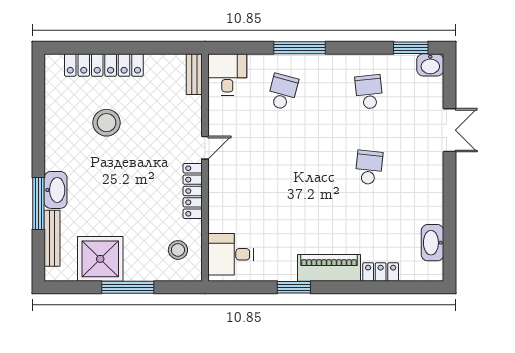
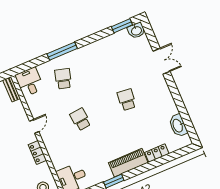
school desk: (369, 92) -> (80, 119), moved
locker: (193, 191) -> (37, 152), width x0.66

